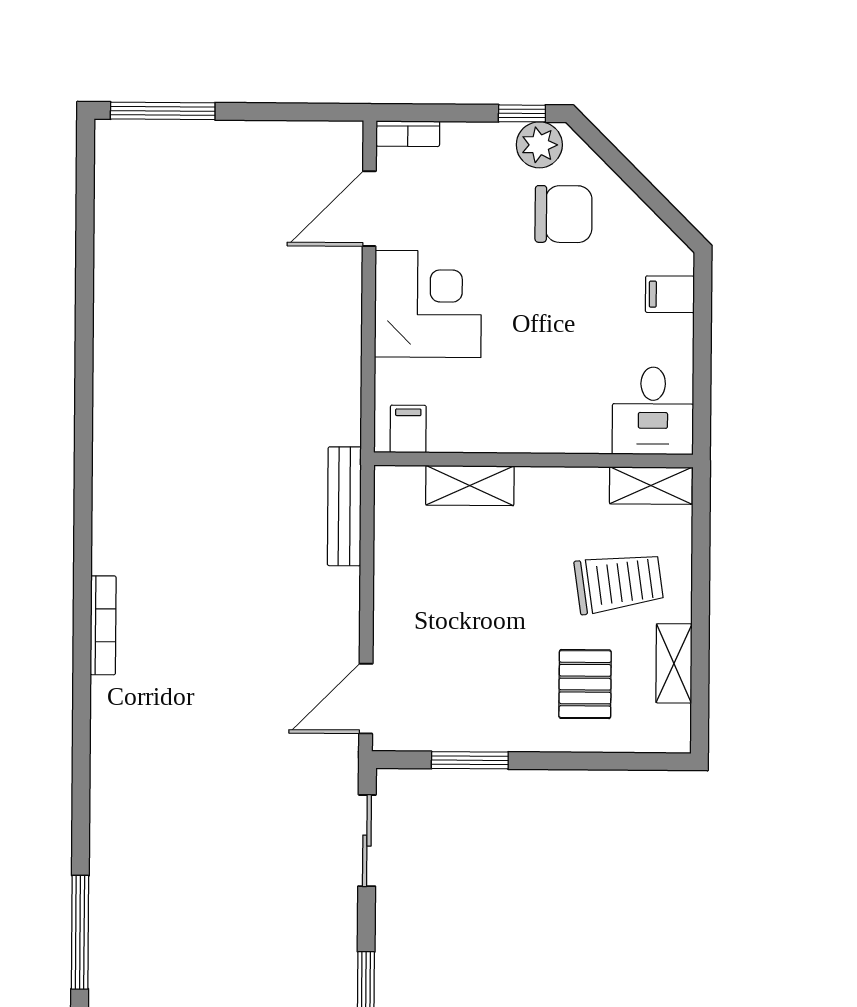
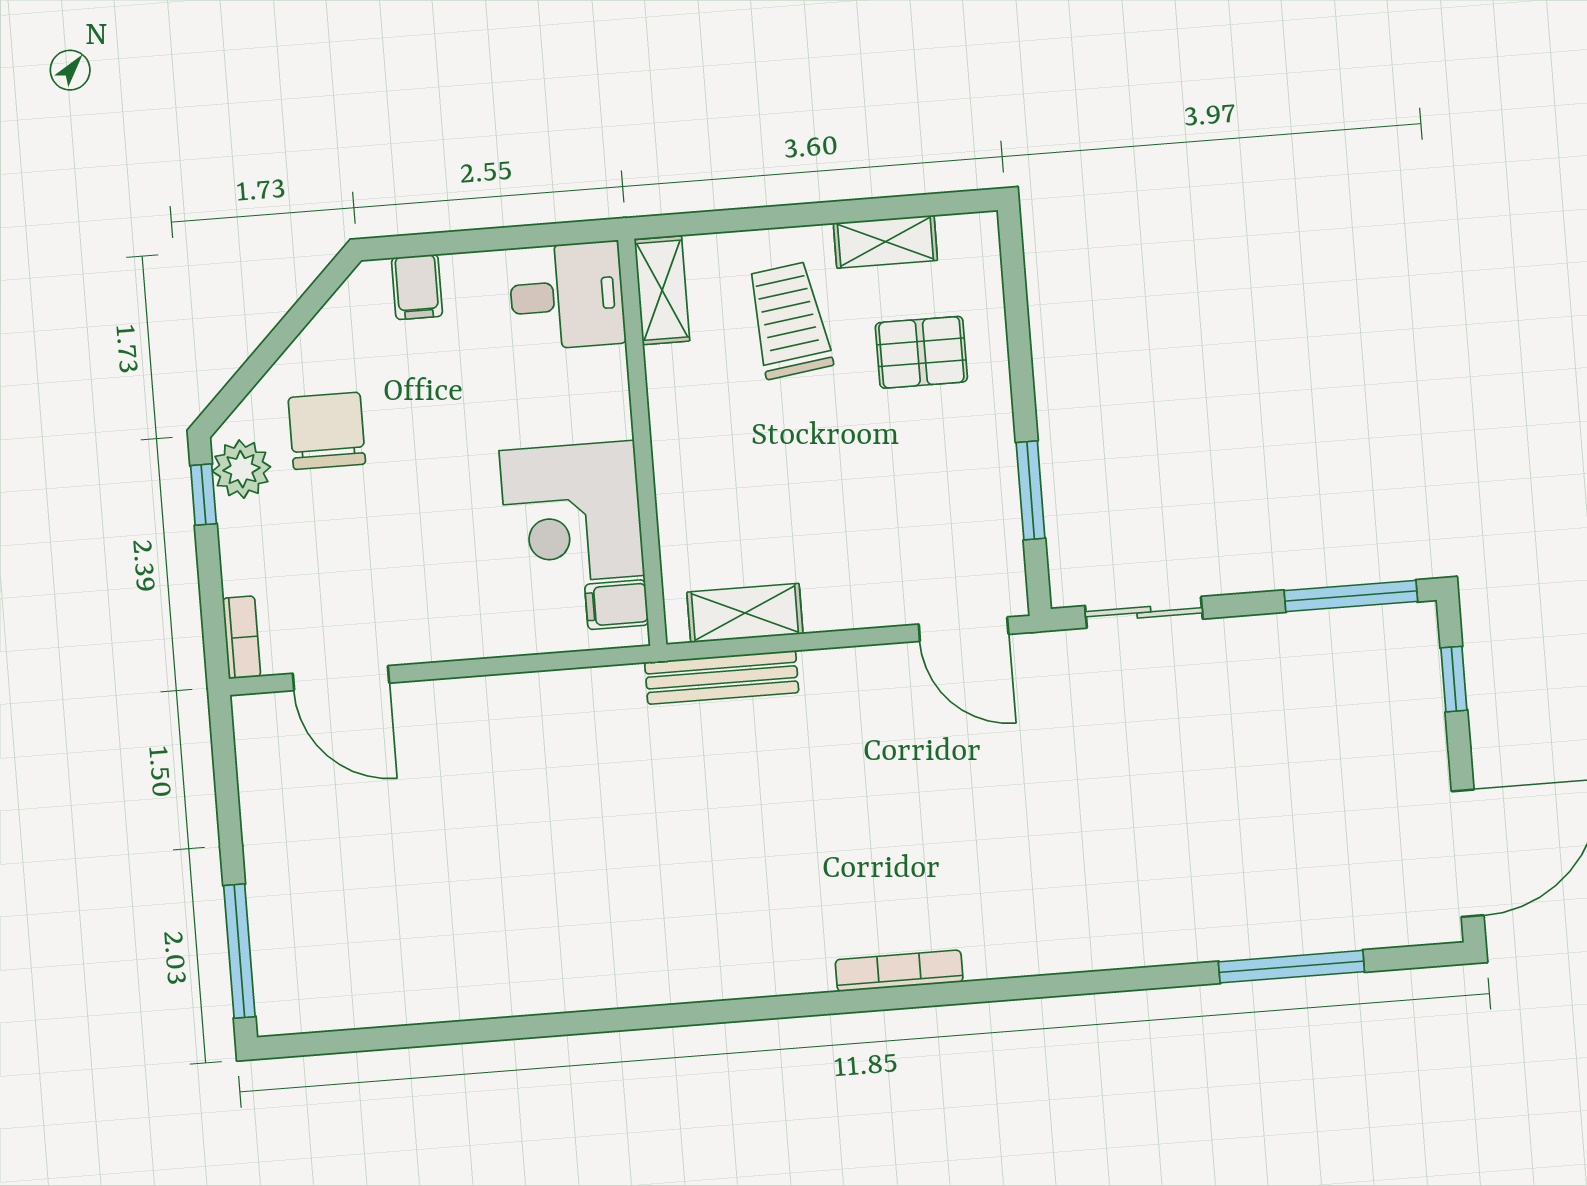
corner desk: (428, 304) -> (572, 513), moved, turned -90
shelving: (470, 486) -> (745, 613), moved, turned 90

